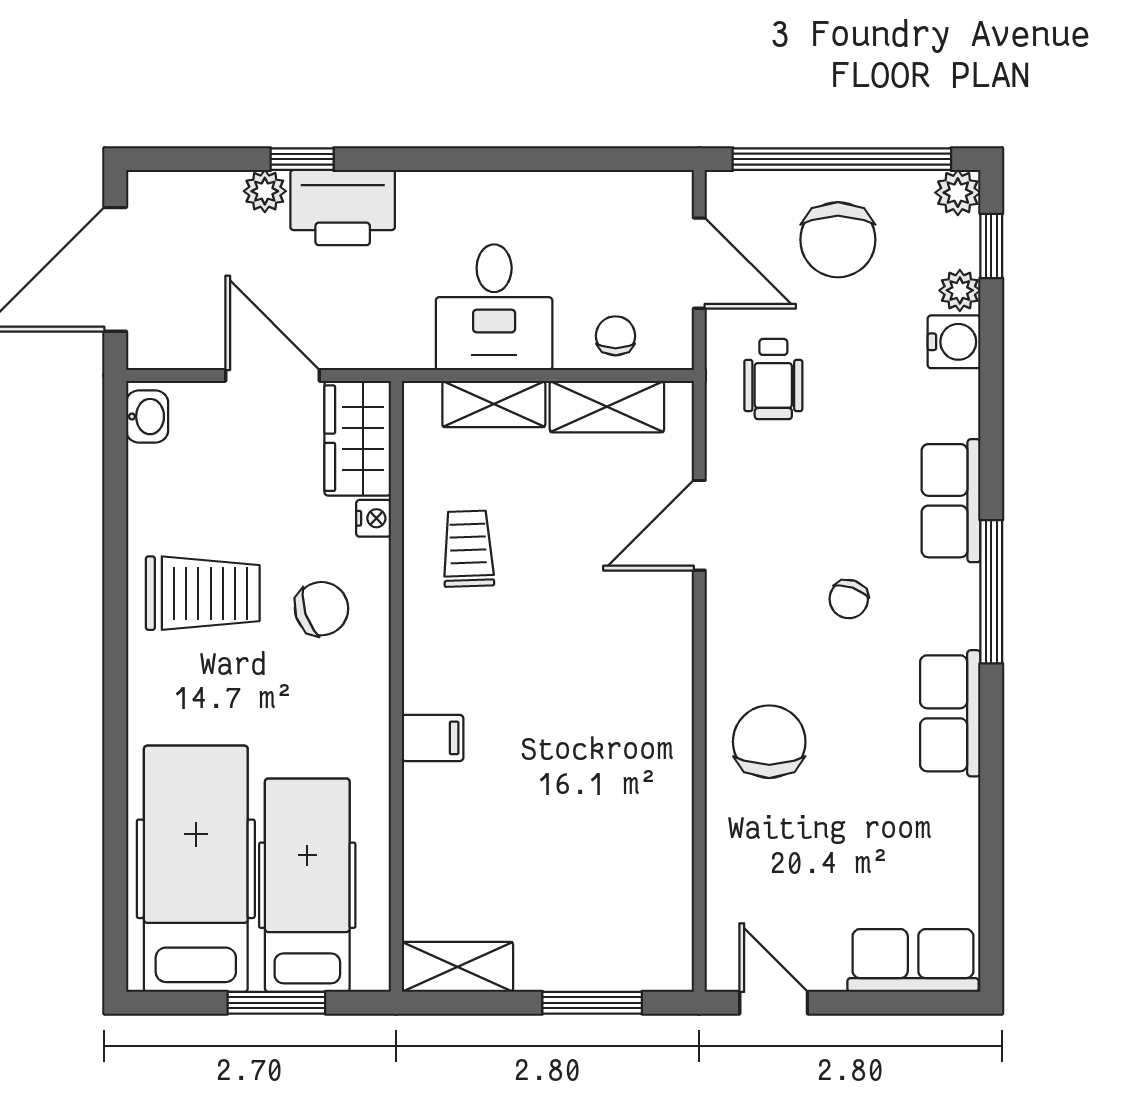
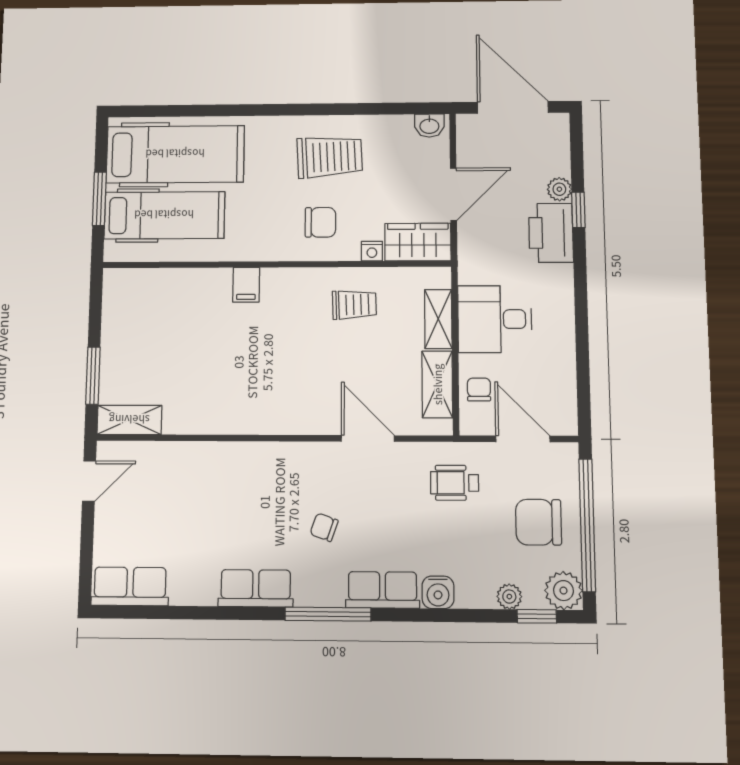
plant: (958, 193) -> (564, 591), width x1.38, depth x1.38
door: (699, 263) -> (523, 439), swing flipped
chair: (616, 336) -> (479, 390), turned -90
water cooler: (954, 342) -> (438, 592), moved
trolley: (203, 593) -> (330, 157), turned -93
chair: (321, 609) -> (320, 222), turned -72
chair: (769, 742) -> (241, 479), removed
row of seats: (913, 960) -> (130, 586), moved, turned -90
shelving: (457, 967) -> (129, 420), moved, turned 90

